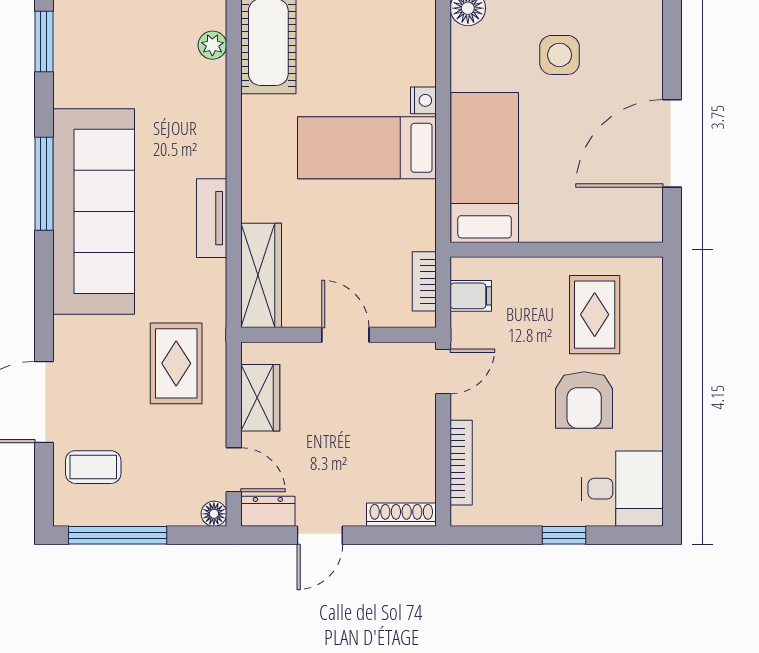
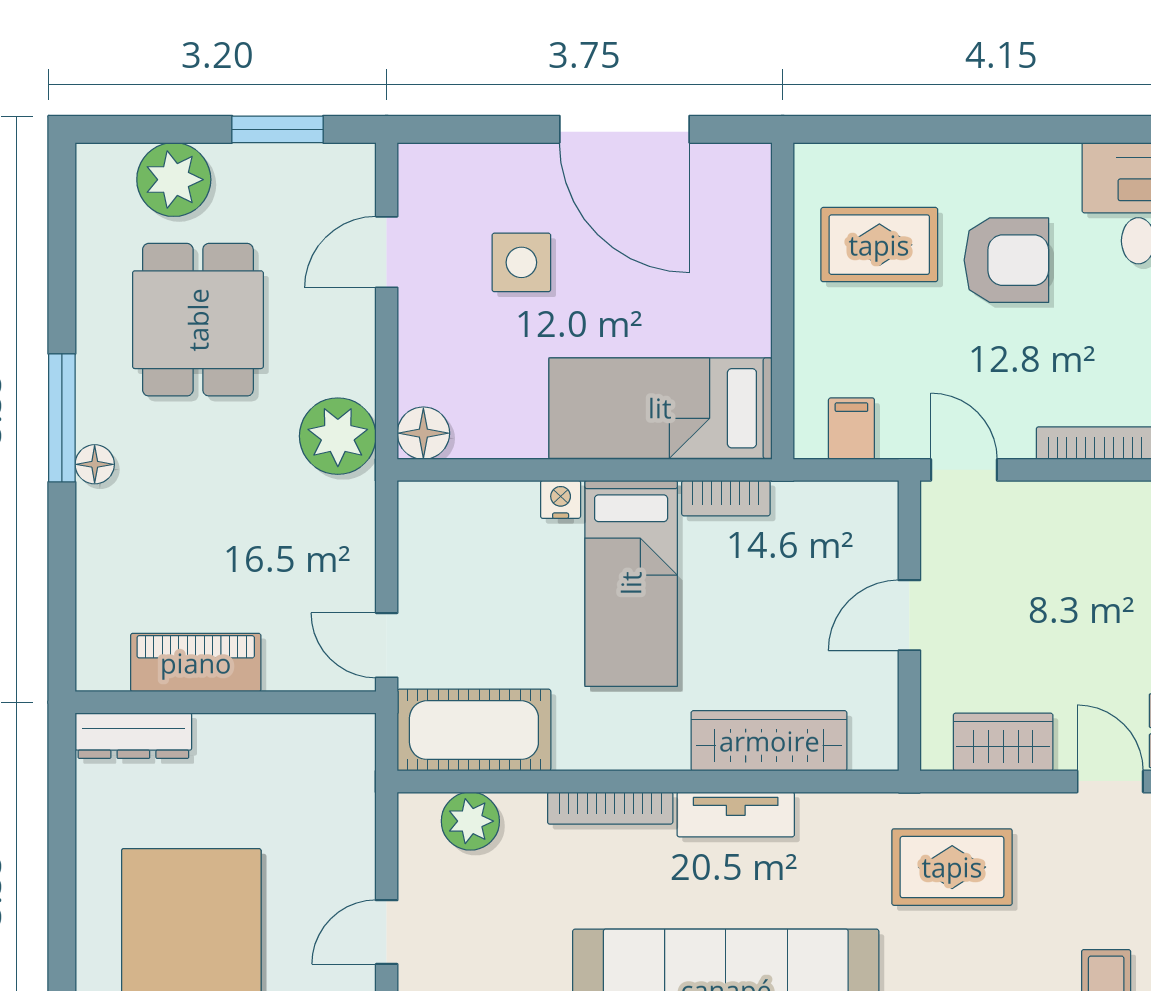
plant: (212, 45) -> (470, 821), width x1.38, depth x1.38
side table: (560, 55) -> (521, 262), moved
bookcase: (216, 134) -> (610, 808), added
wardrobe: (261, 275) -> (769, 741), moved
bookcase: (424, 281) -> (726, 498), moved
door: (234, 470) -> (1110, 781), hinge flipped

